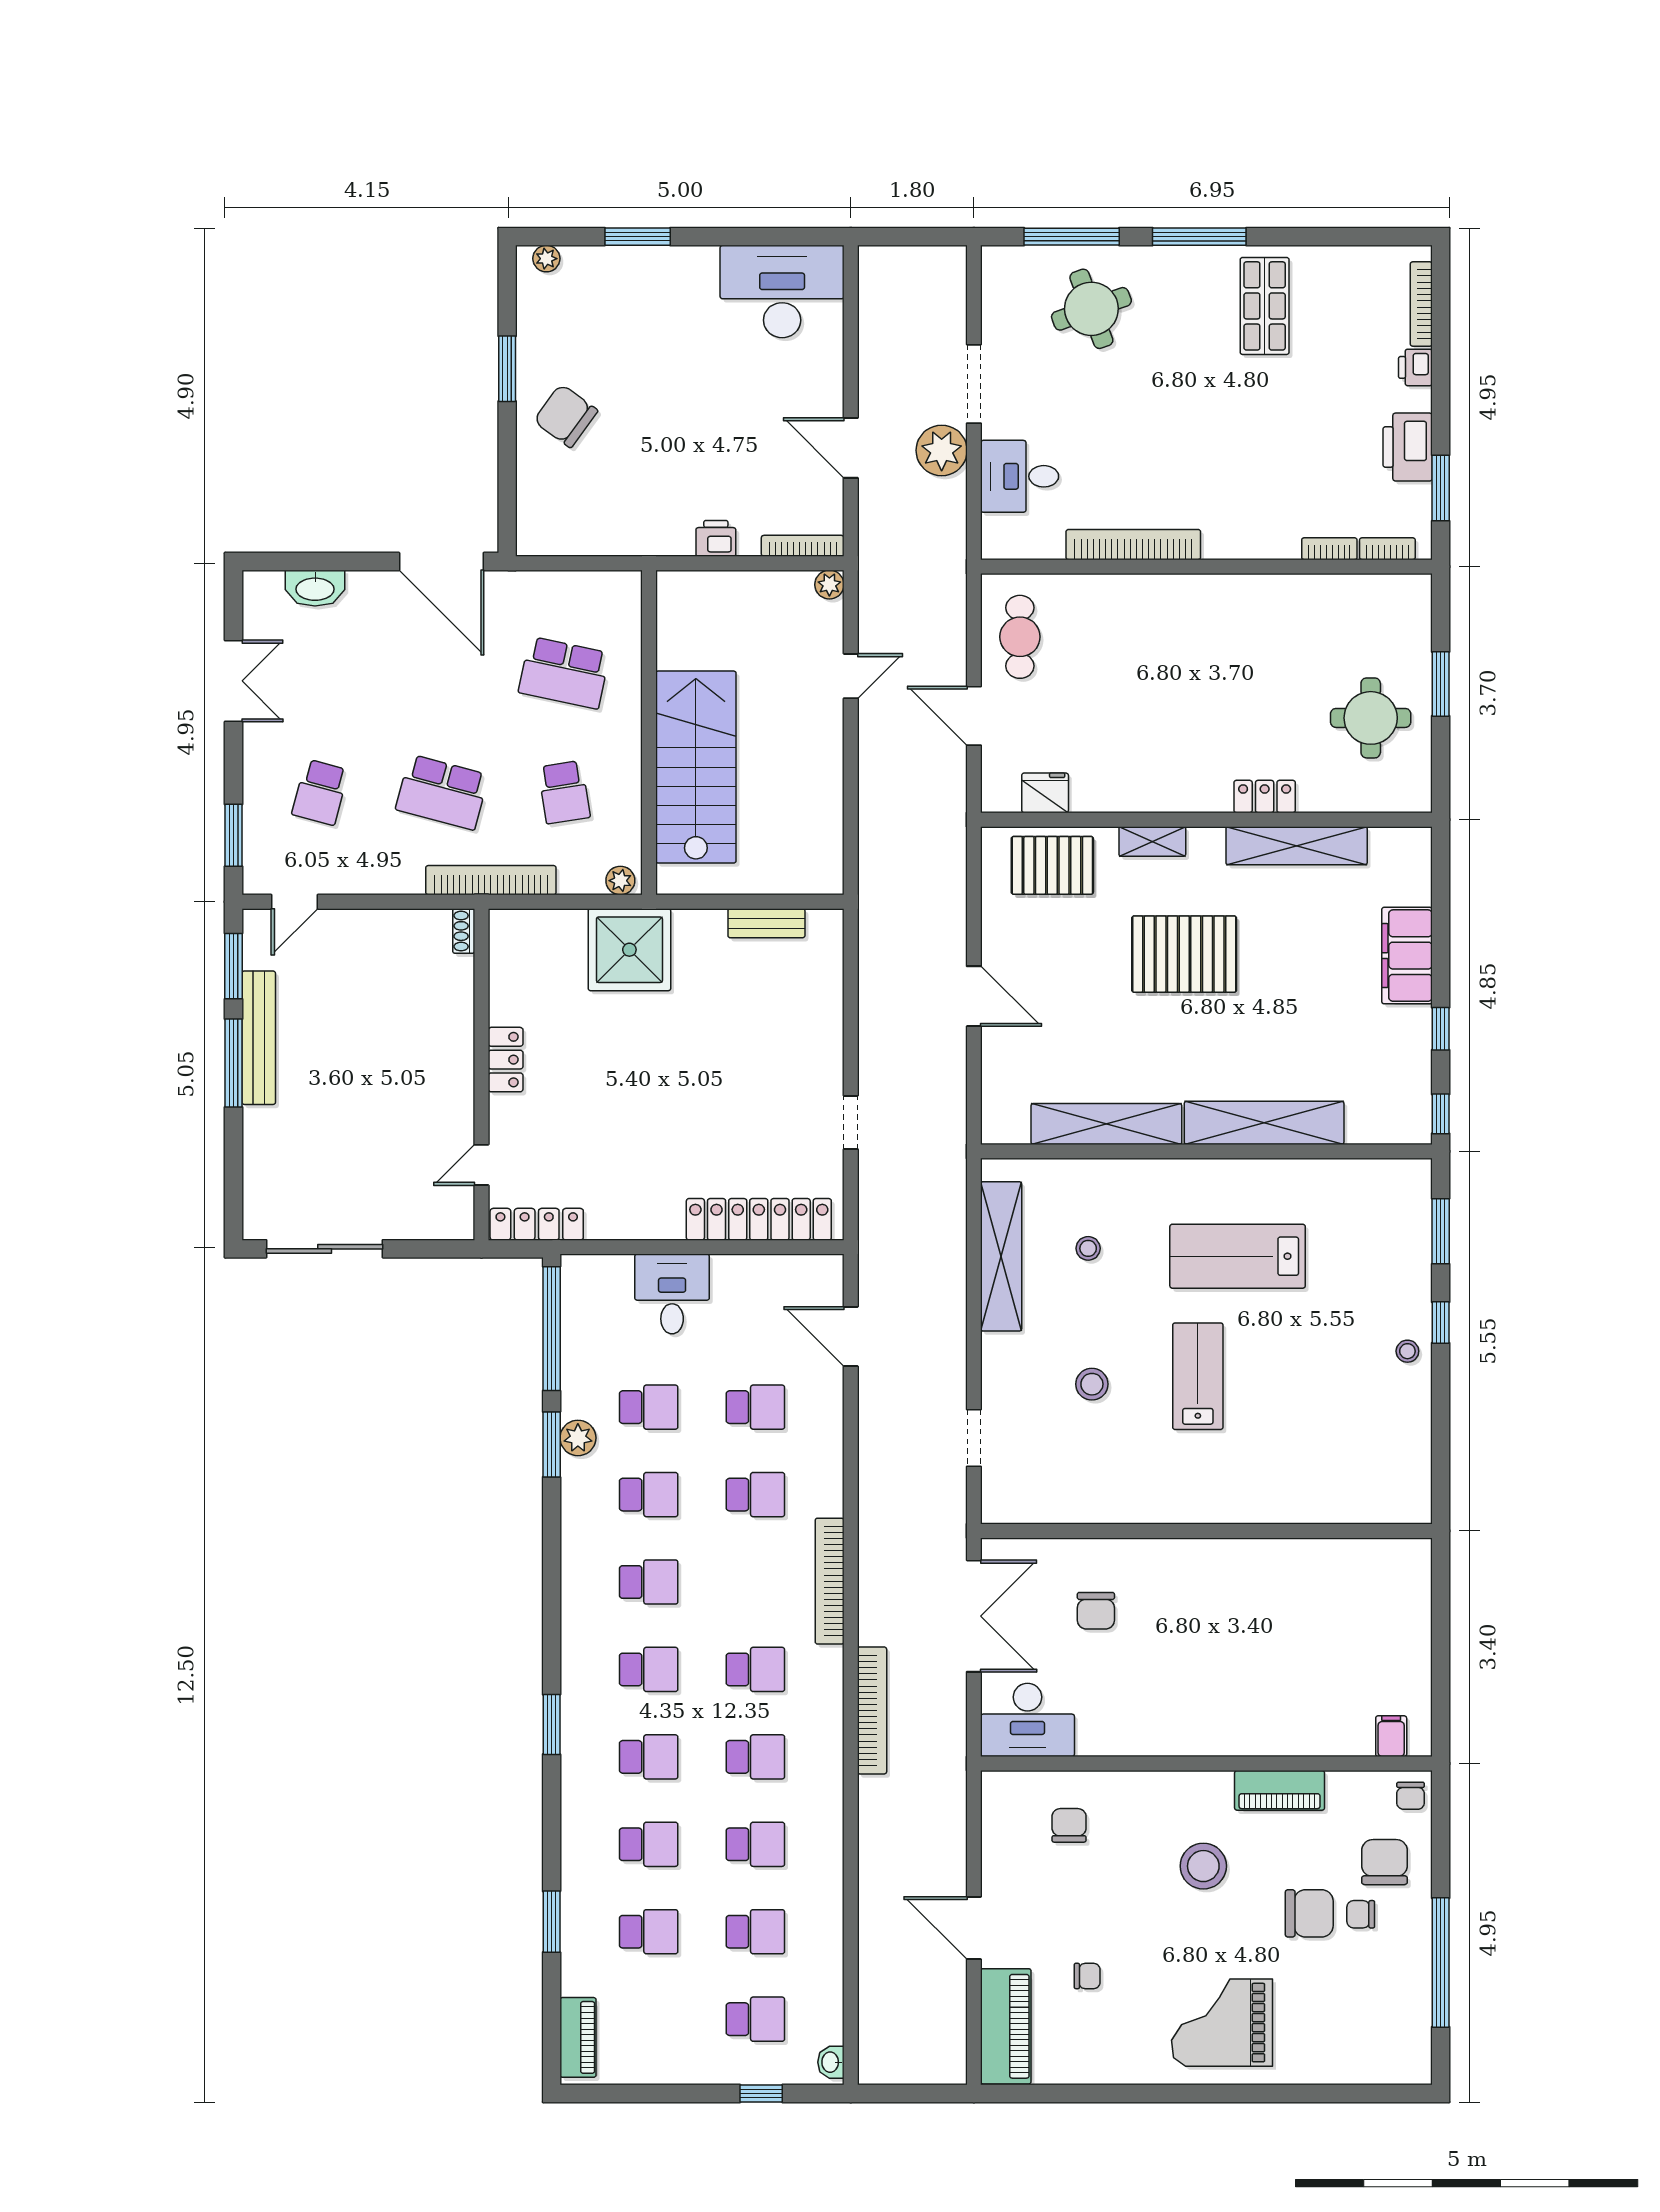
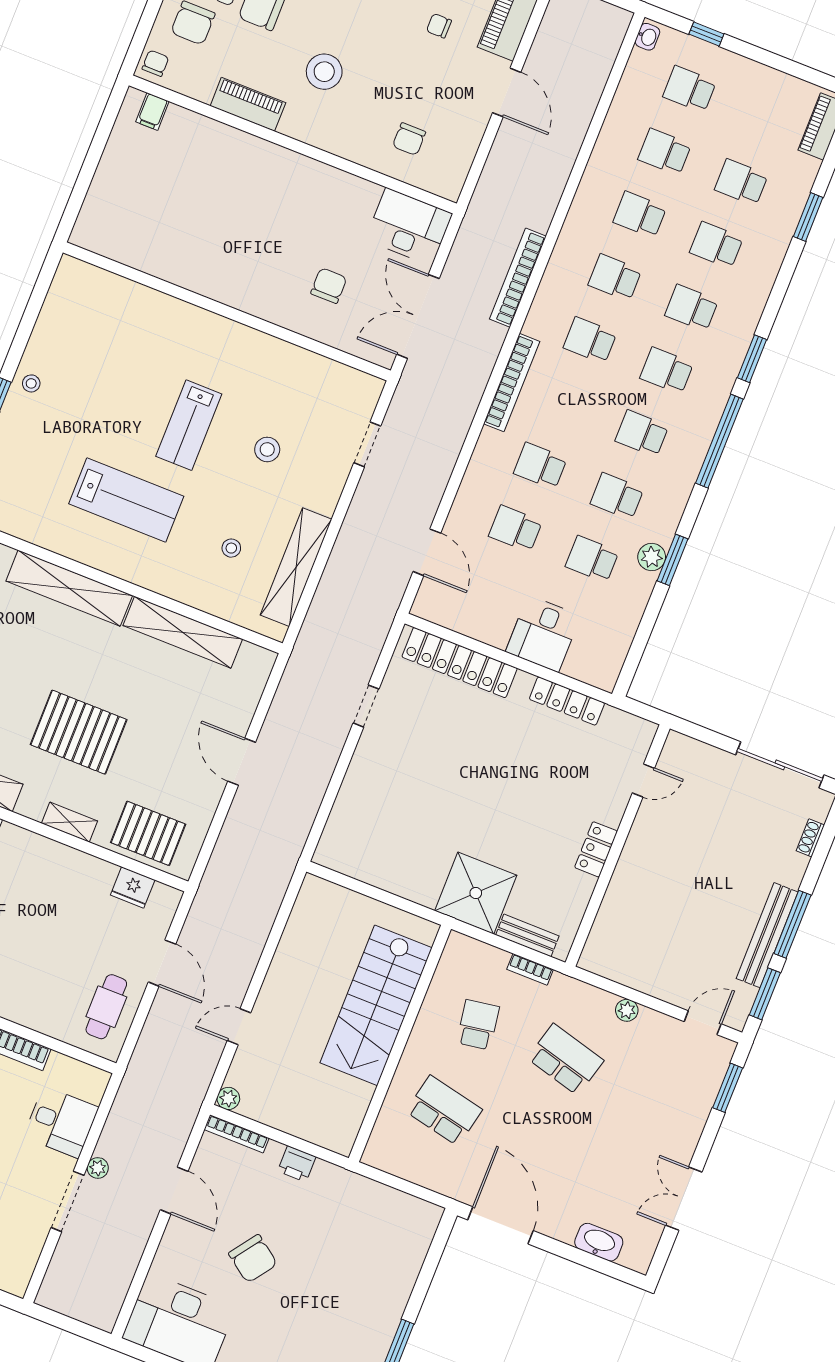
chair: (566, 416) -> (253, 1259), moved
plant: (942, 450) -> (98, 1168), width x0.53, depth x0.53
school desk: (320, 792) -> (653, 1094), removed
bookcase: (491, 880) -> (530, 969), width x0.43, depth x0.76
plant: (620, 881) -> (627, 1010), moved
bench: (766, 923) -> (527, 935), moved
shoe rack: (464, 931) -> (810, 838), moved, turned 180
locker: (537, 1224) -> (567, 701), moved
window: (552, 1329) -> (719, 441), moved

